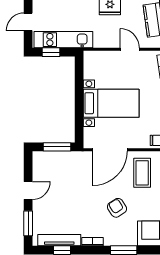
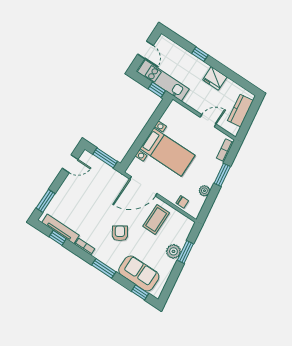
door: (28, 22) -> (146, 50), swing flipped
door: (130, 49) -> (208, 121), hinge flipped
window: (51, 52) -> (157, 90), moved
door: (28, 191) -> (70, 164), moved

